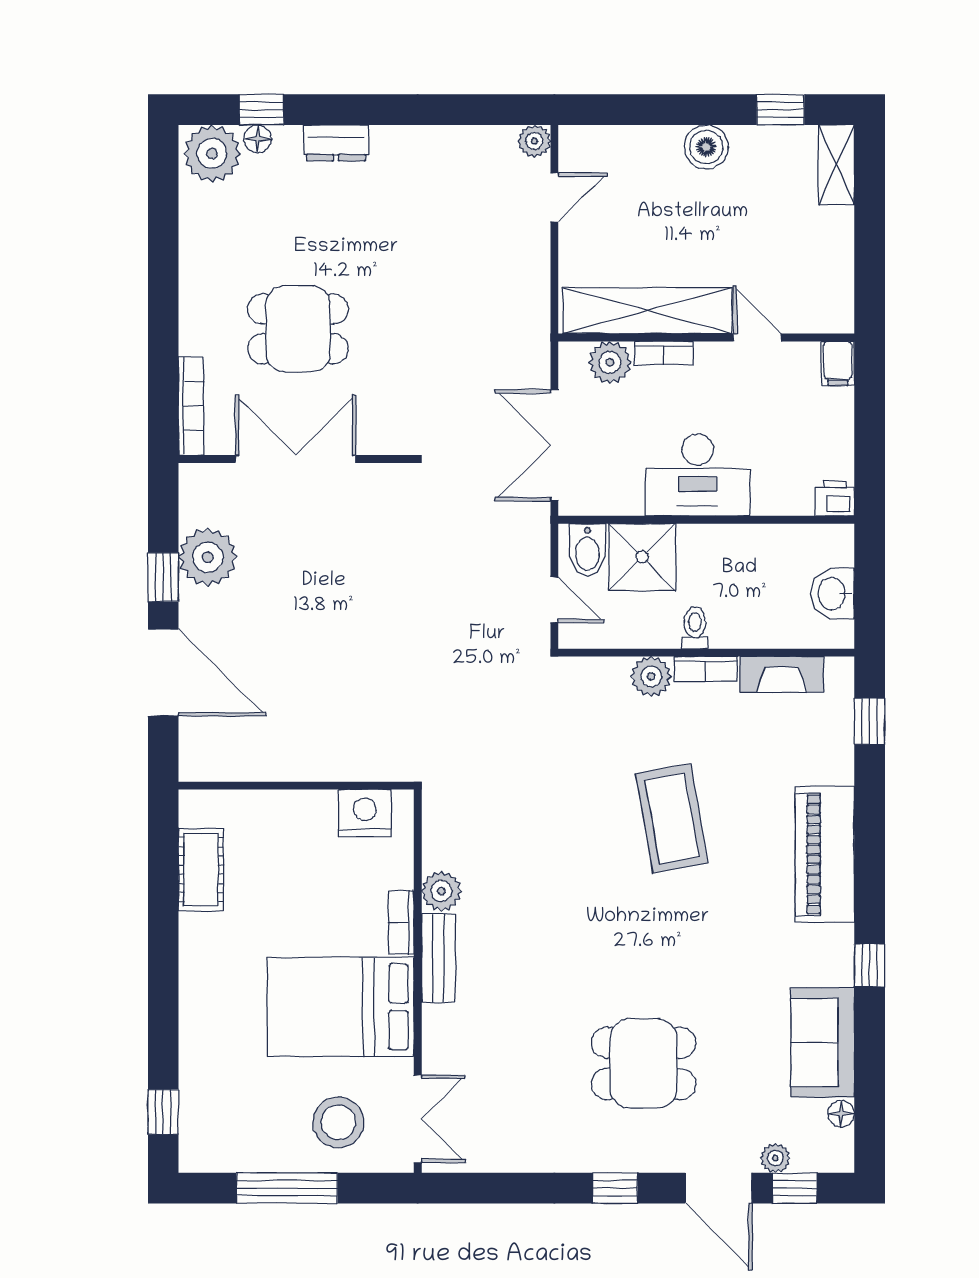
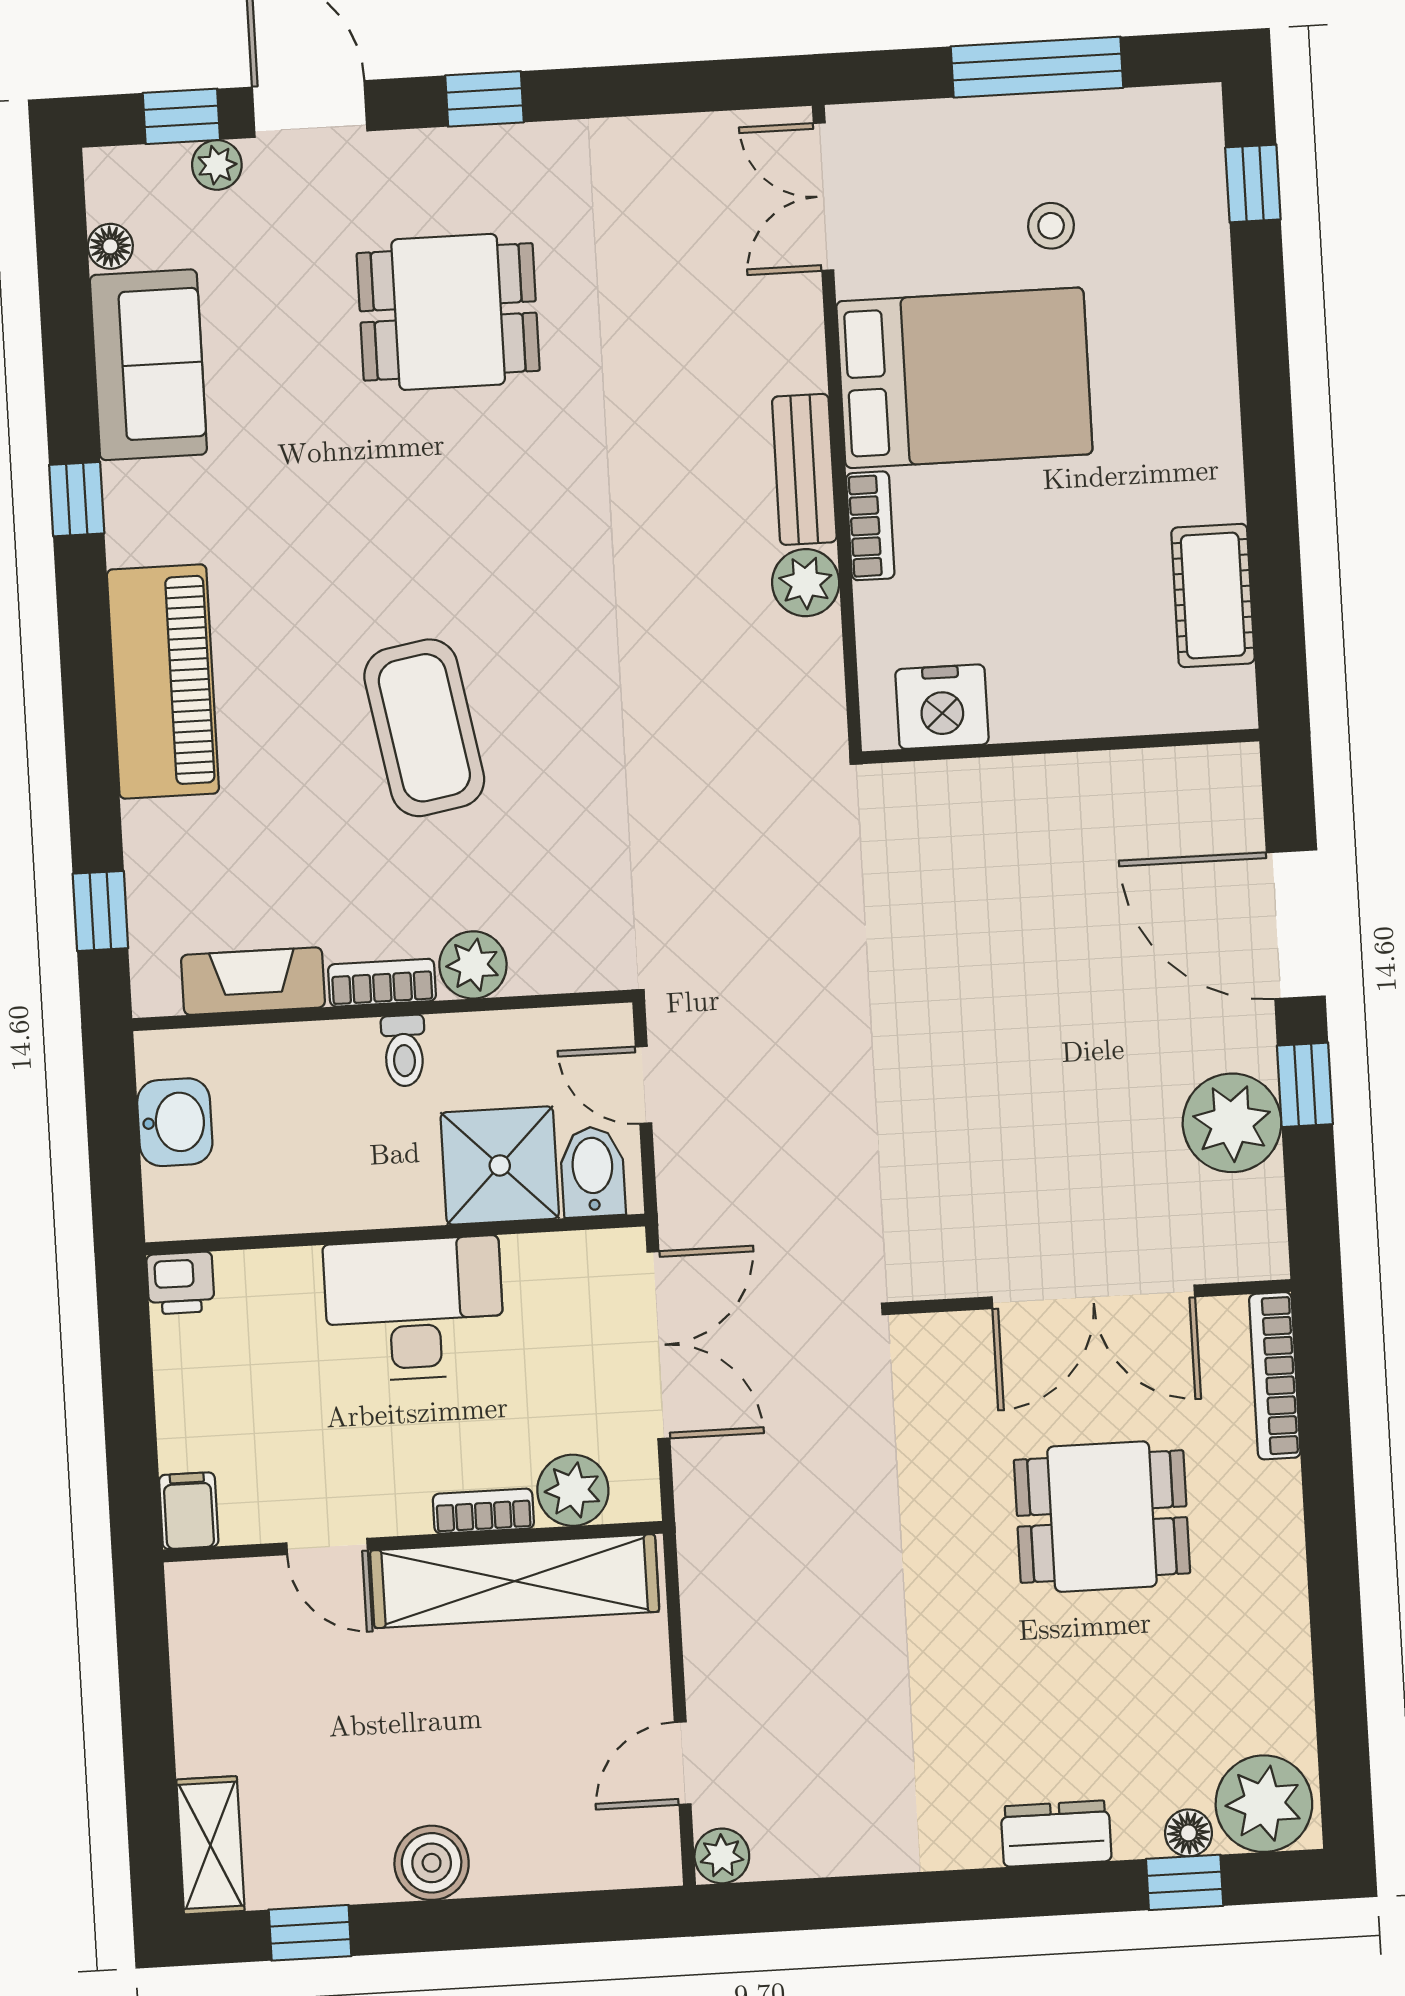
stool: (338, 1122) -> (1051, 226), moved, width x0.53, depth x0.53

